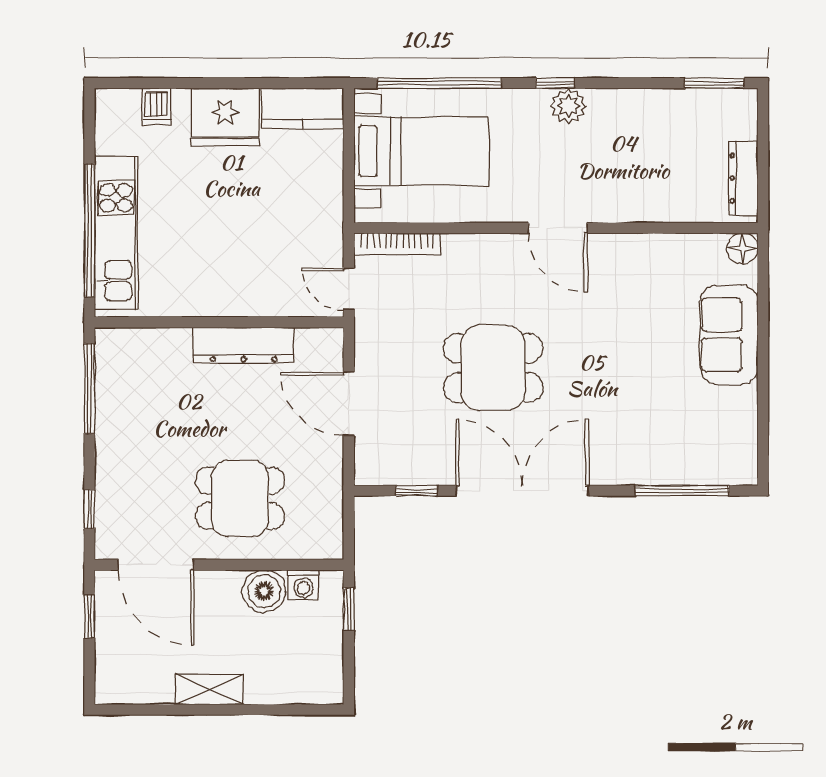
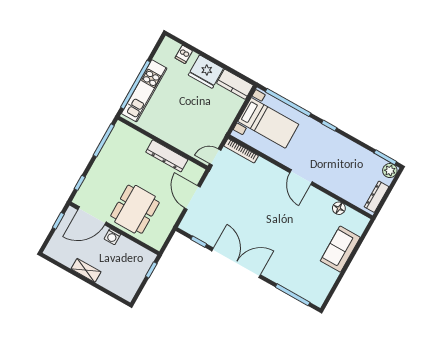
plant: (568, 106) -> (390, 171), moved
floor lamp: (742, 249) -> (339, 208), moved
door: (349, 289) -> (215, 157), hinge flipped
dining table: (493, 368) -> (250, 214), removed
dining table: (240, 498) -> (135, 209), width x1.37
door: (156, 565) -> (92, 216), hinge flipped
washing machine: (303, 585) -> (112, 237), moved
boiler: (264, 591) -> (125, 247), removed

